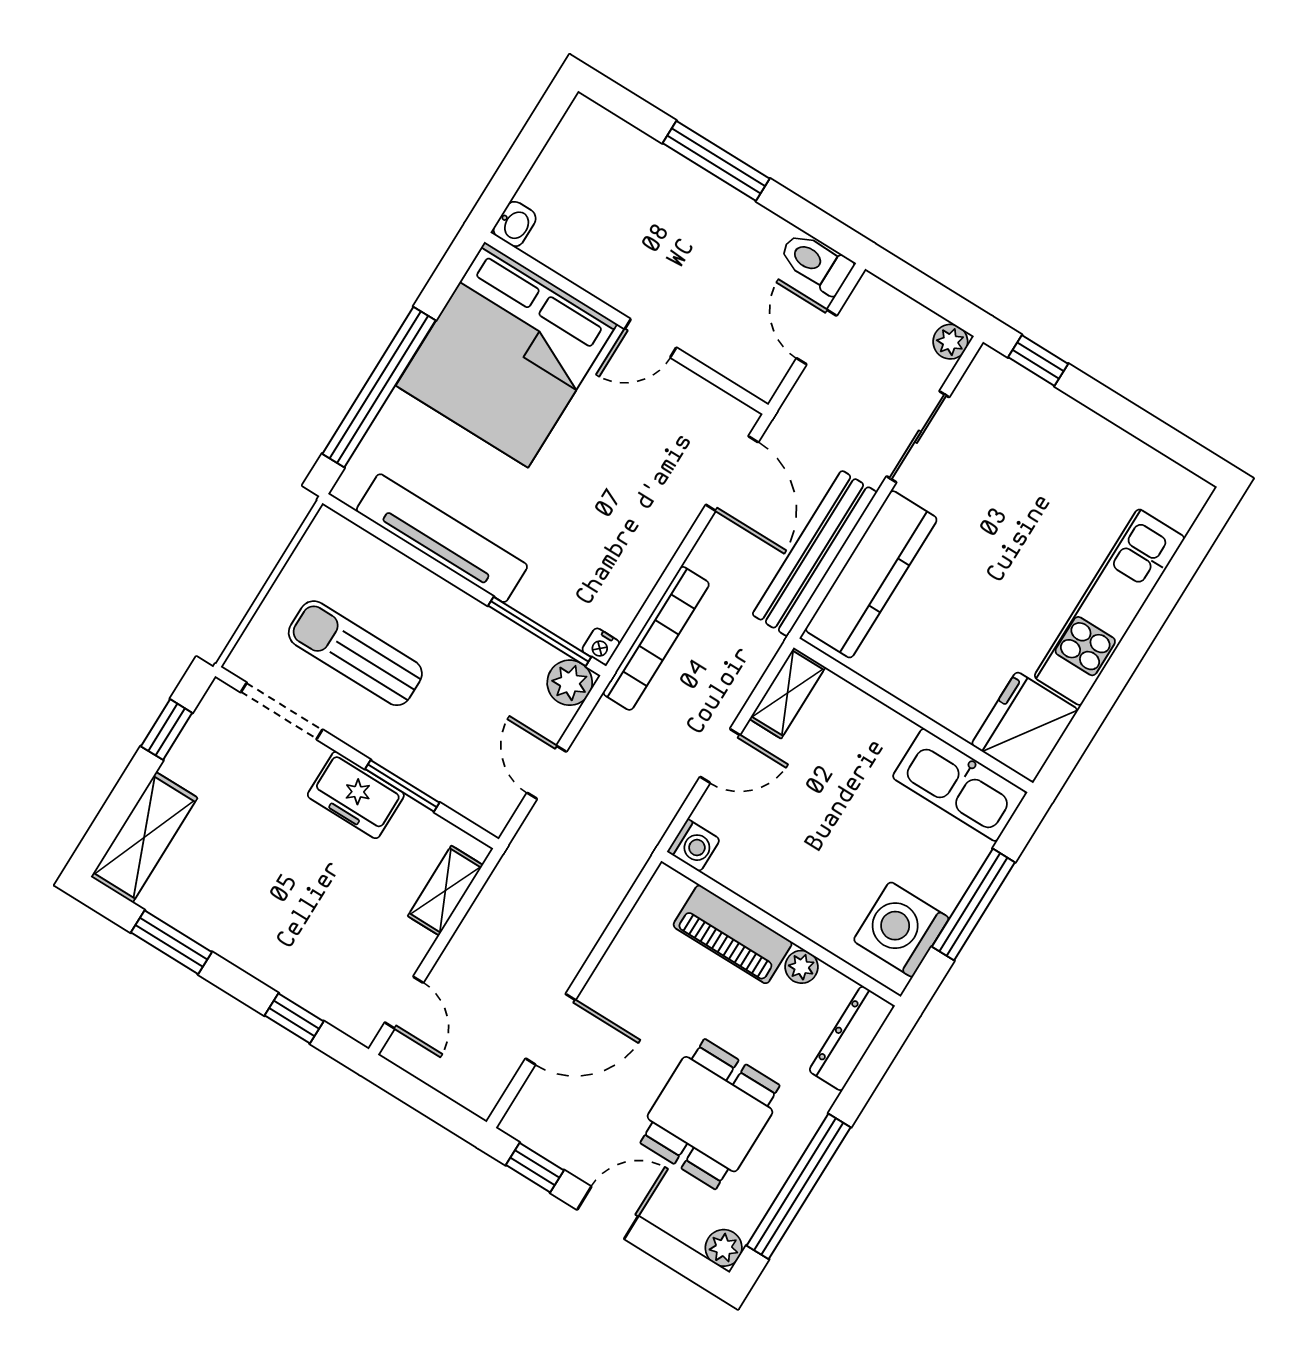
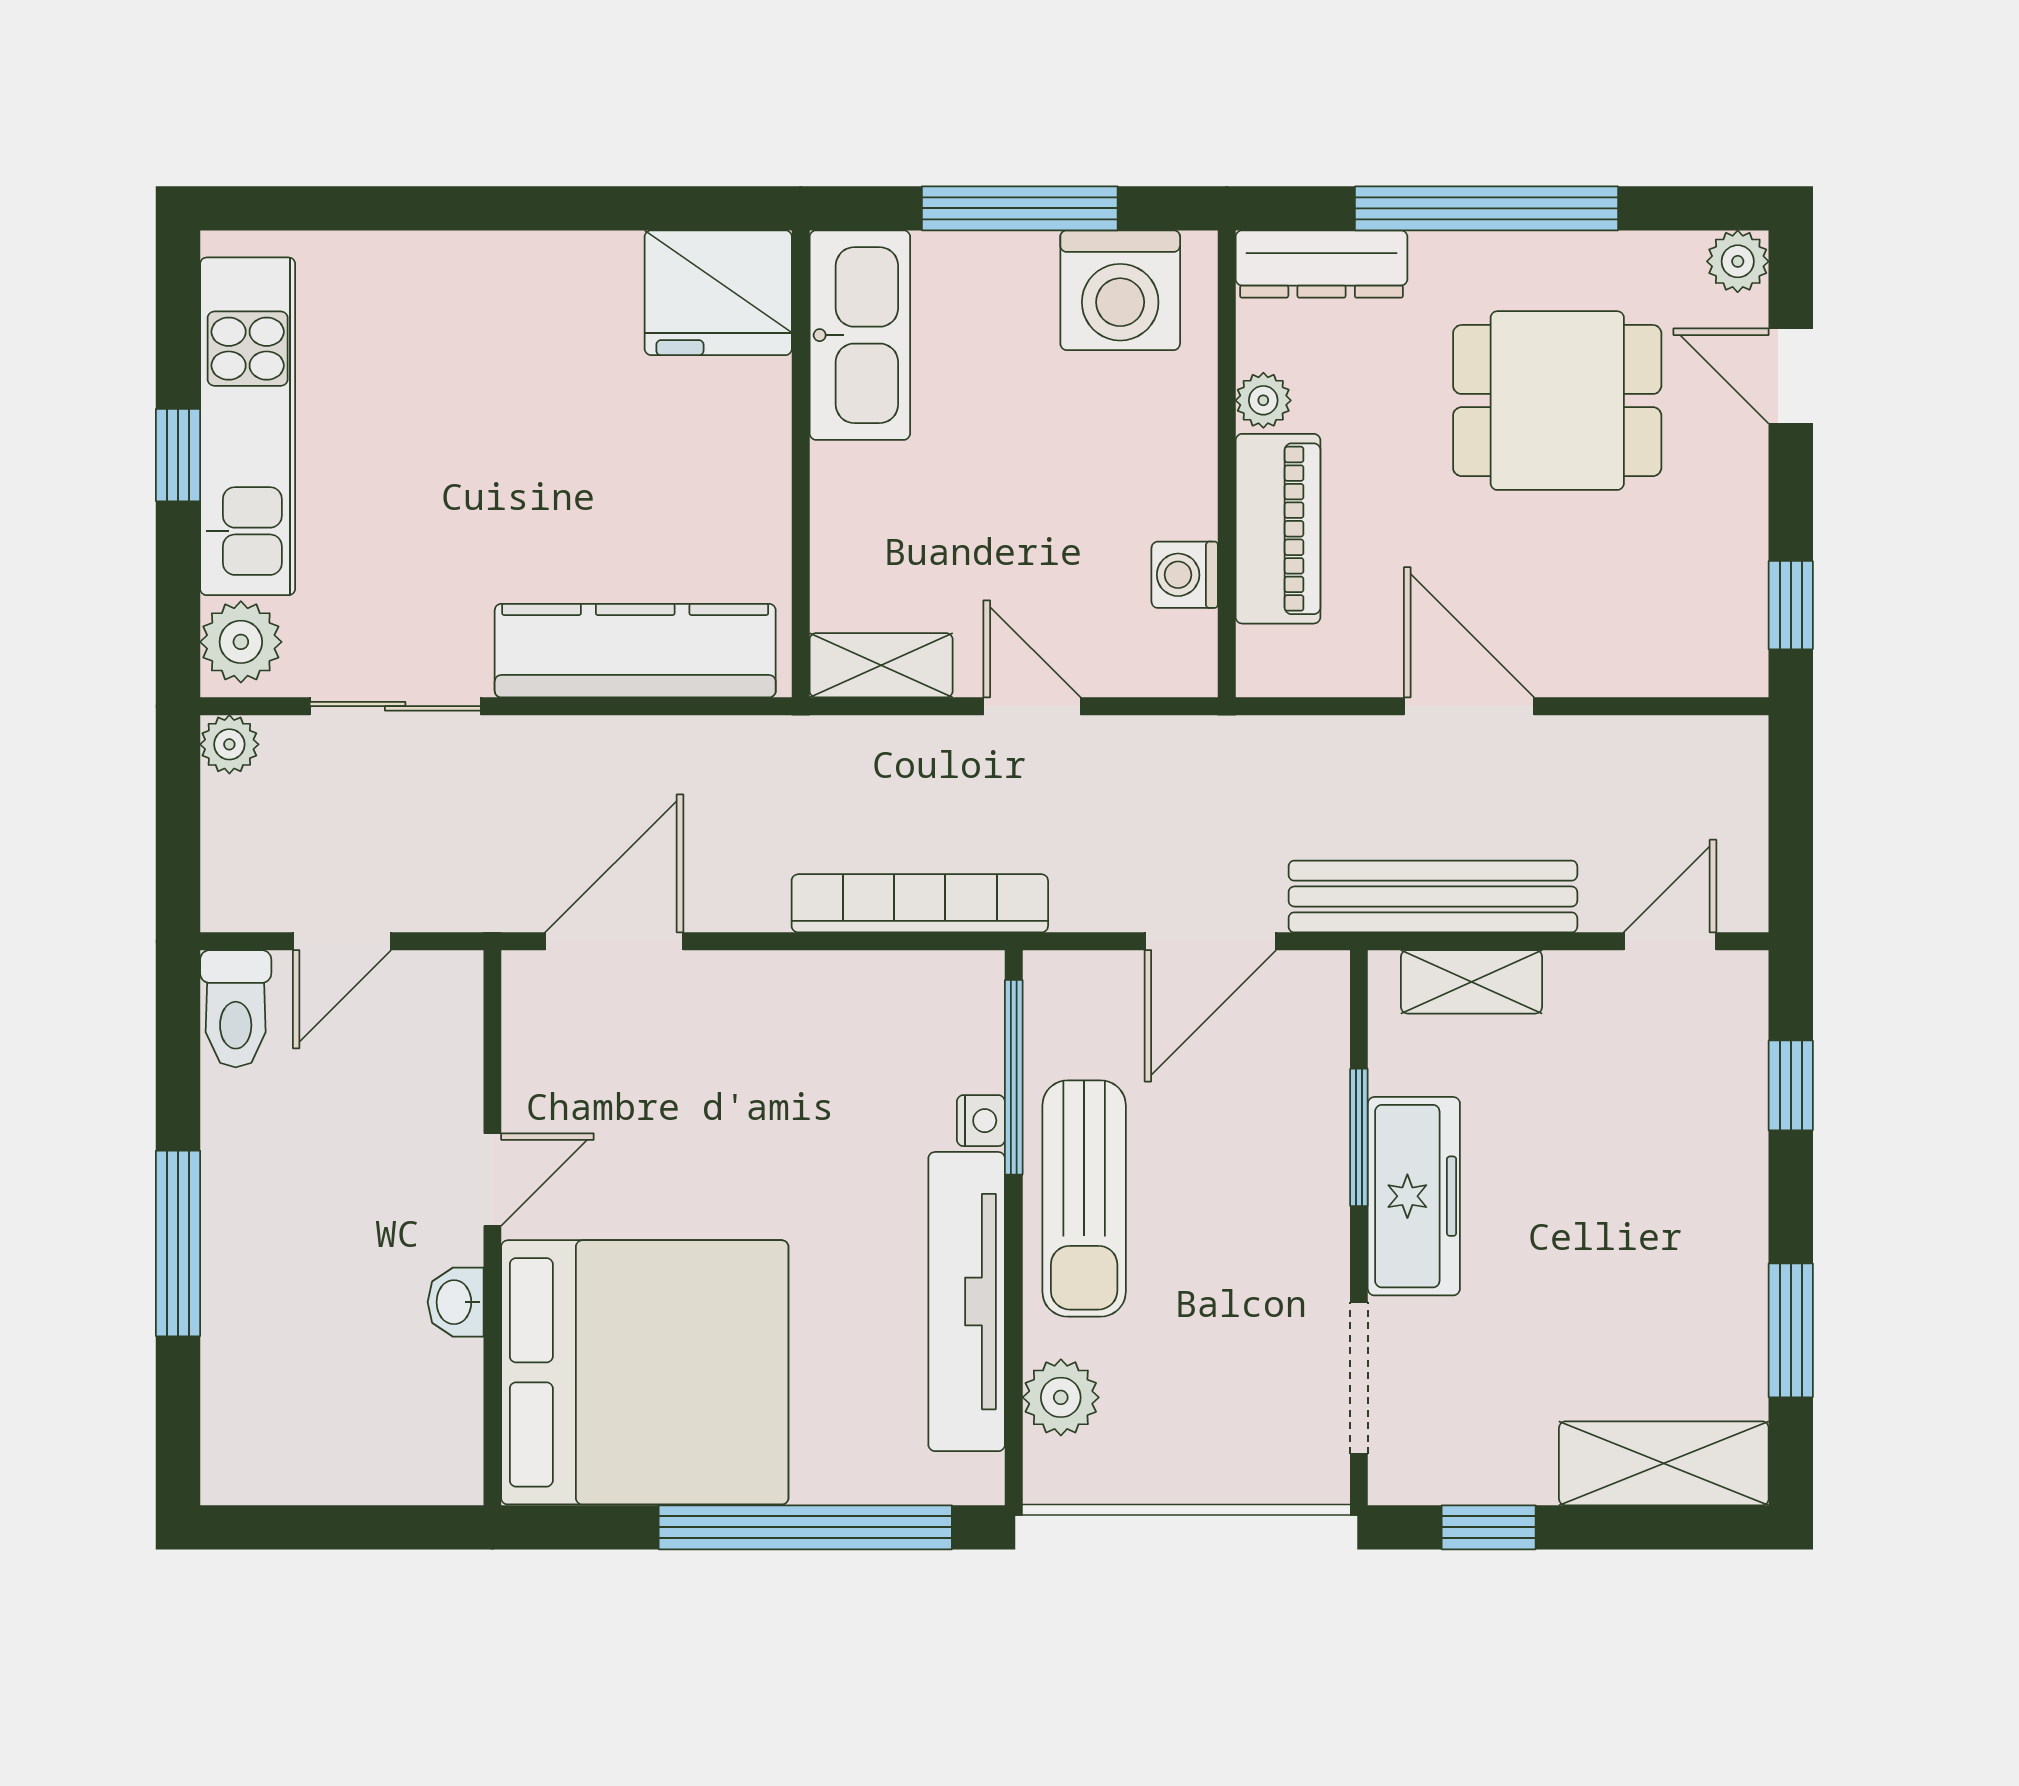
washbasin: (515, 224) -> (456, 1302), moved, turned -90
door: (650, 338) -> (492, 1180), hinge flipped
window: (1038, 361) -> (178, 455), moved
plant: (998, 379) -> (241, 642), added
bench: (815, 553) -> (1433, 897), moved
kitchen unit: (1109, 607) -> (248, 426), moved, turned -90
nightstand: (601, 647) -> (981, 1121), moved
sun lounger: (355, 653) -> (1084, 1199), moved
plant: (570, 683) -> (1061, 1397), moved
door: (547, 772) -> (1210, 941), width x1.38
freezer: (356, 795) -> (1414, 1196), width x1.40
washing machine: (694, 845) -> (1185, 575), moved, turned -90
door: (550, 1029) -> (1469, 706), moved
window: (799, 1186) -> (1487, 208), moved
door: (608, 1213) -> (1791, 376), moved

